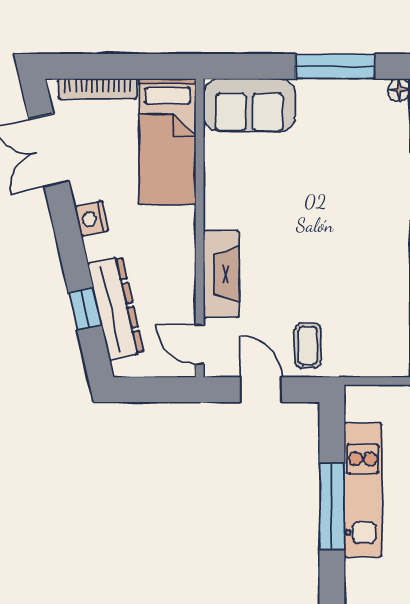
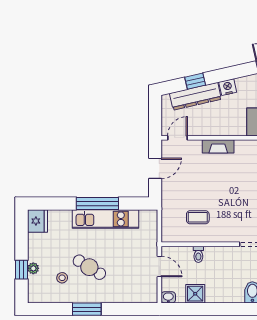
nightstand: (92, 219) -> (228, 87), moved
fireplace: (221, 274) -> (218, 146), width x0.73, depth x0.76
coffee table: (308, 346) -> (198, 217), moved

